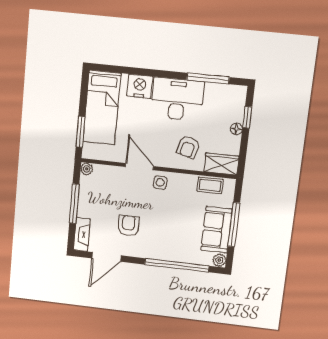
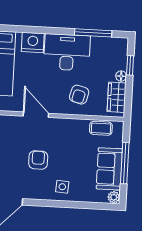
wardrobe: (221, 164) -> (117, 97), moved, turned -90
side table: (160, 182) -> (62, 187), moved
armchair: (128, 225) -> (38, 160), moved
window: (177, 265) -> (75, 205), removed

